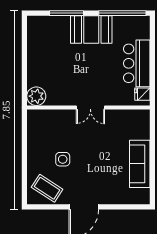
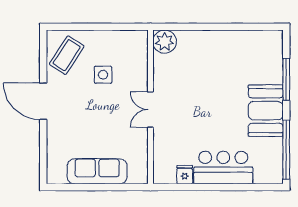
plant: (36, 96) -> (165, 42), moved
wall: (88, 107) -> (150, 107), moved
double door: (90, 107) -> (150, 110), moved

